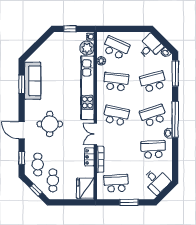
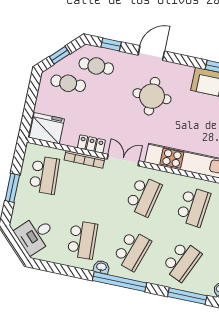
school desk: (153, 82) -> (182, 261), turned 39
school desk: (153, 116) -> (132, 250), turned 36

